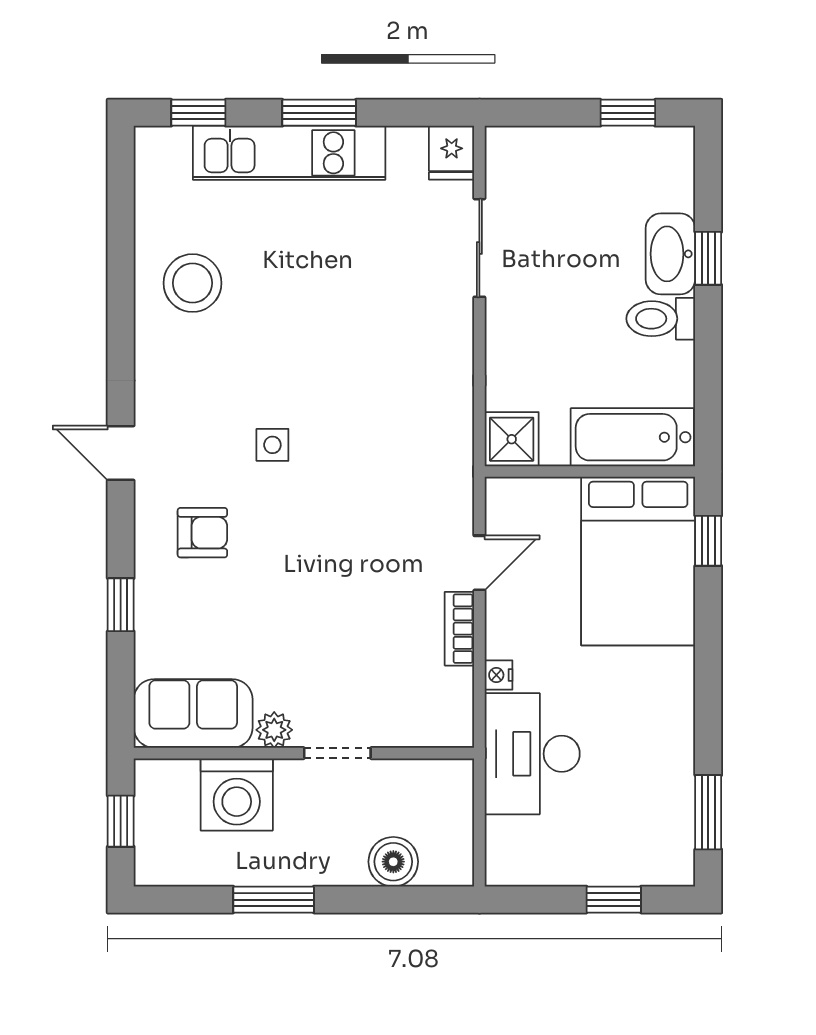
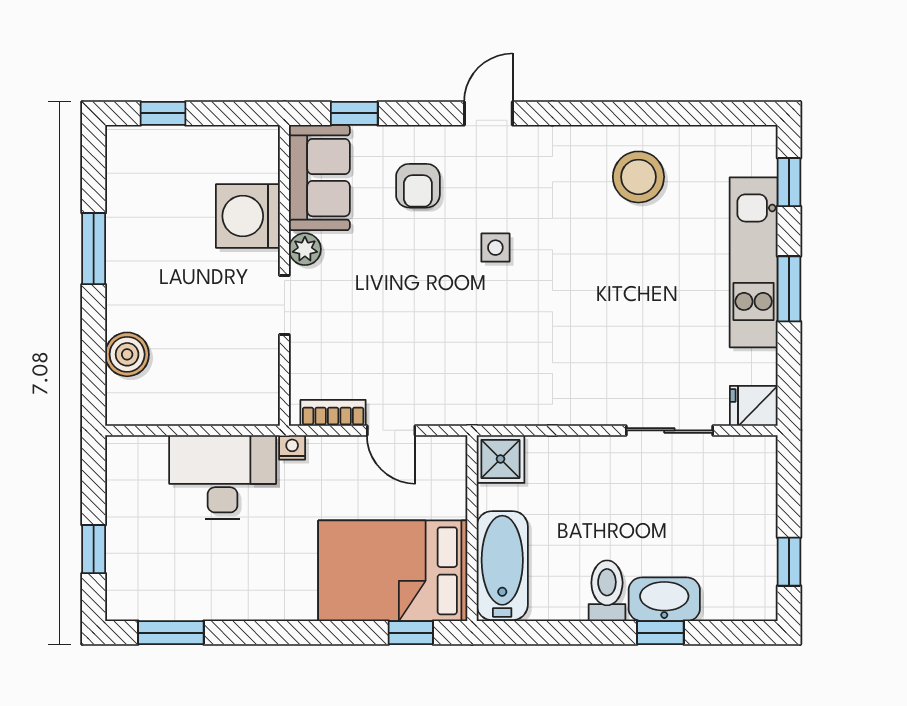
sofa: (193, 713) -> (319, 178), moved
plant: (274, 730) -> (305, 249), moved
wall: (304, 753) -> (284, 275), moved
doorway: (337, 753) -> (284, 305), moved
washing machine: (237, 794) -> (248, 216), moved

